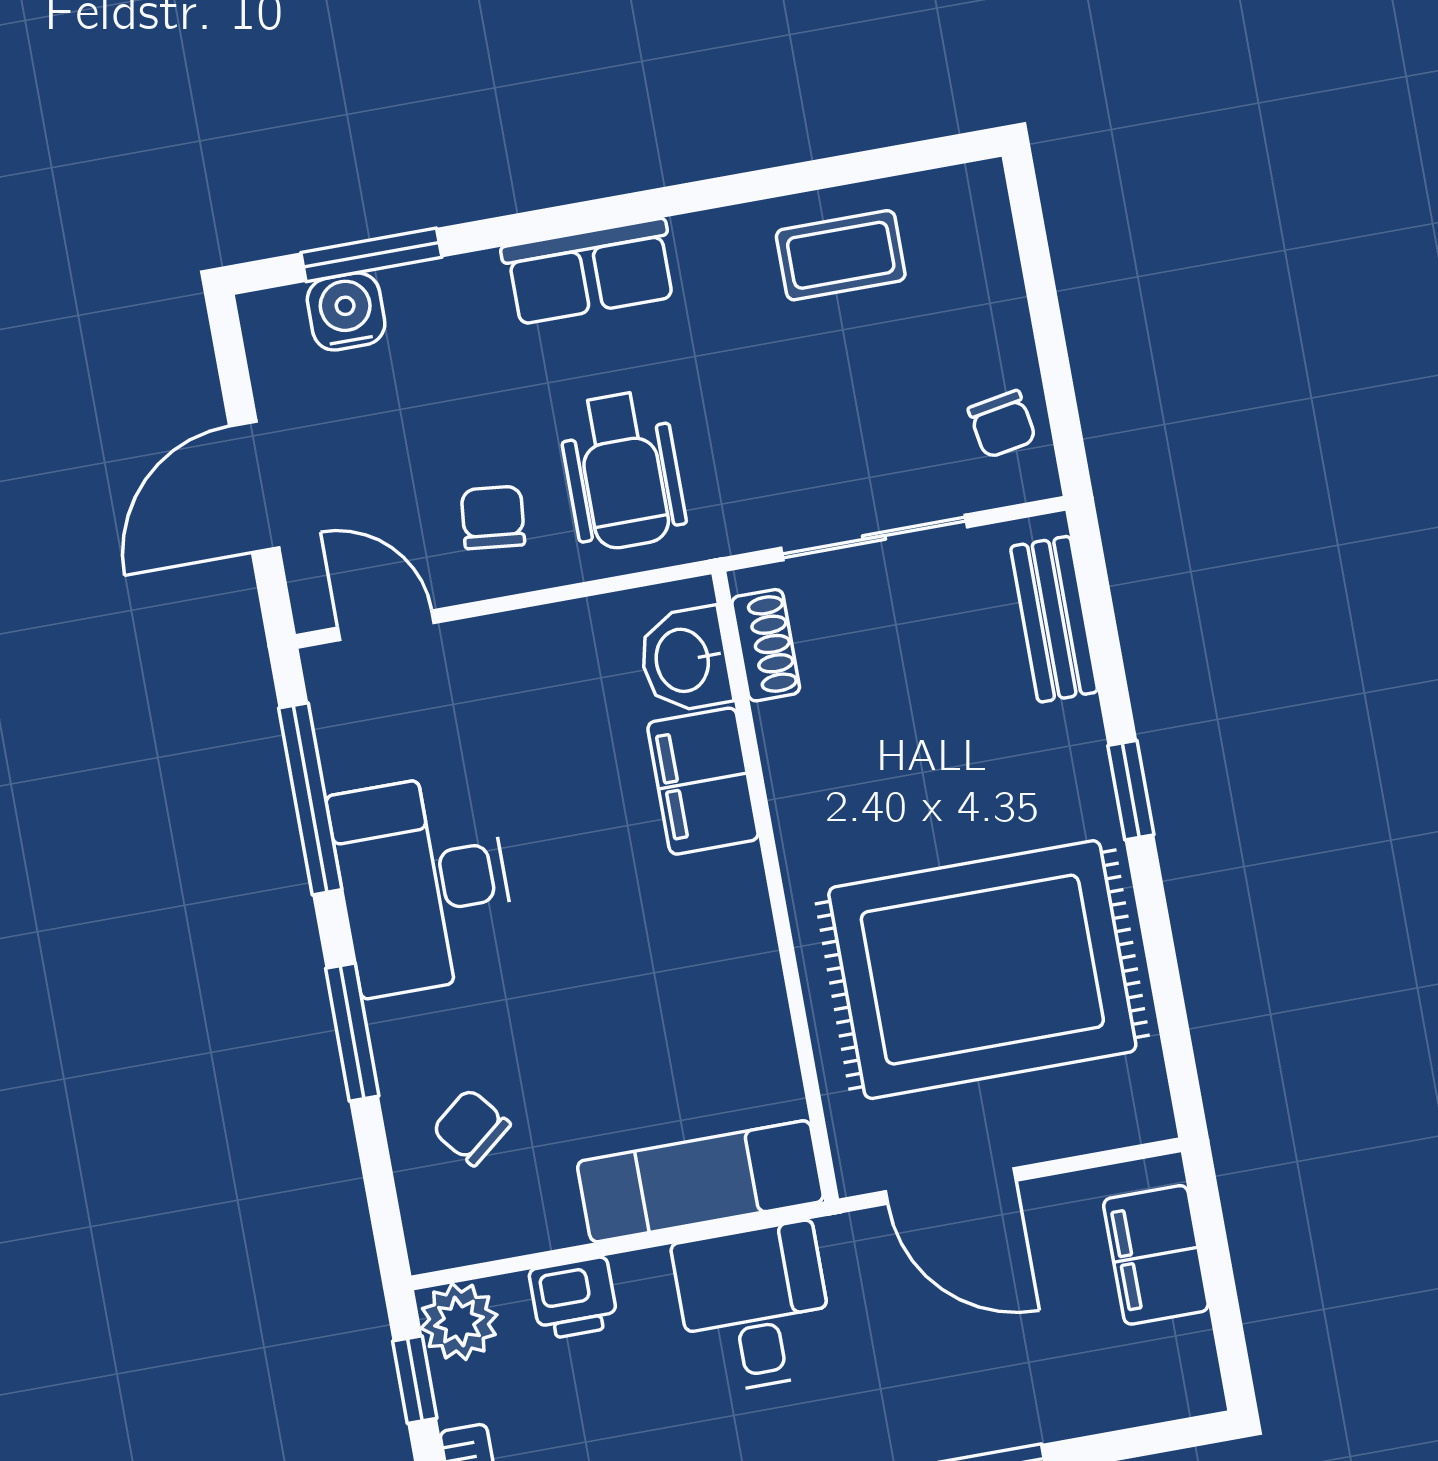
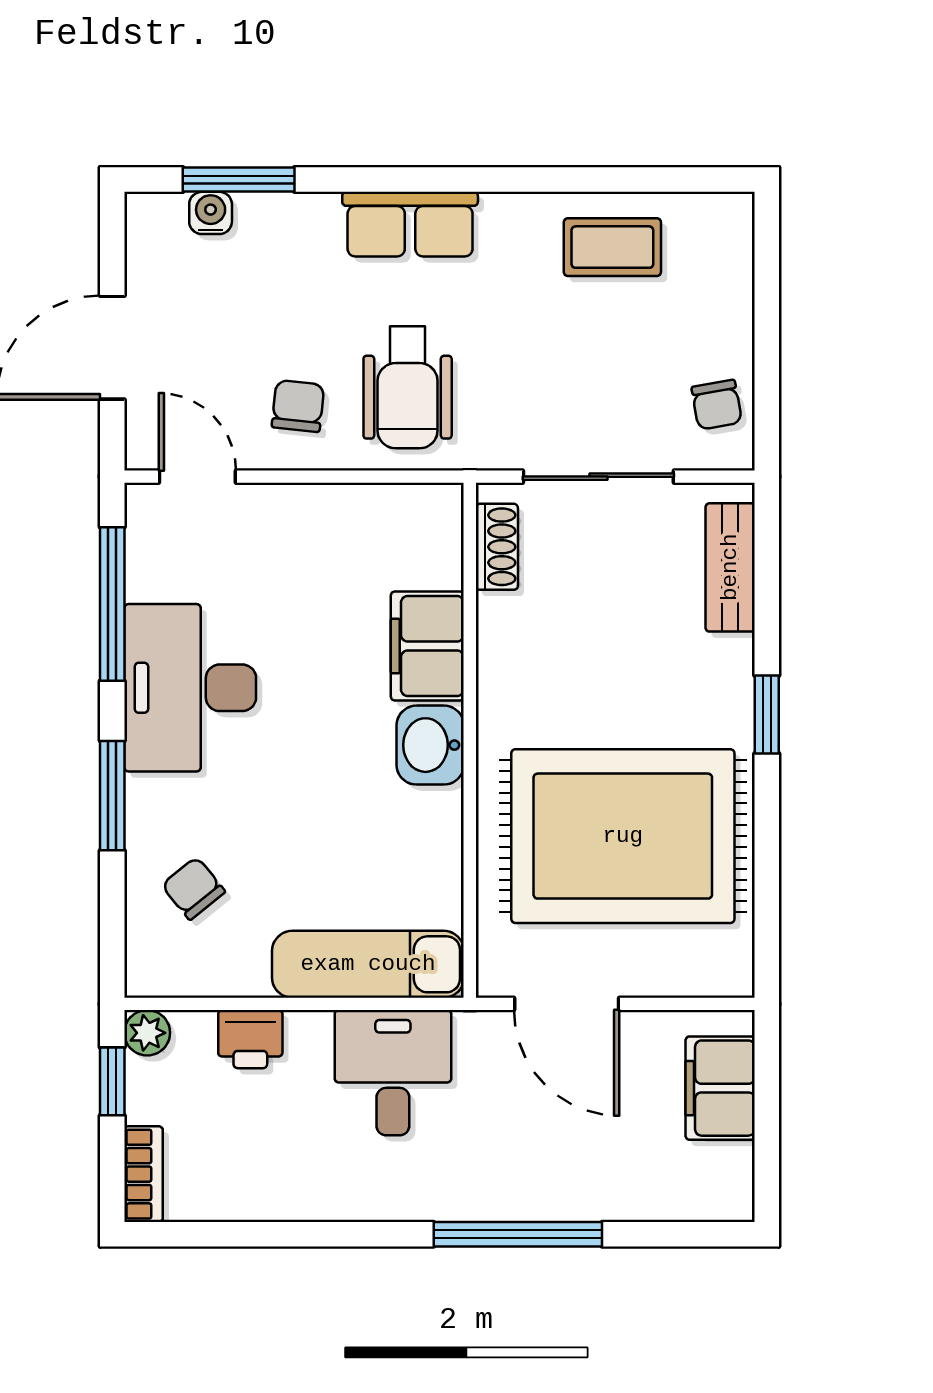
water cooler: (346, 312) -> (211, 213), width x0.72, depth x0.72
washbasin: (685, 660) -> (430, 745), moved
plant: (459, 1322) -> (147, 1033), width x0.73, depth x0.73

